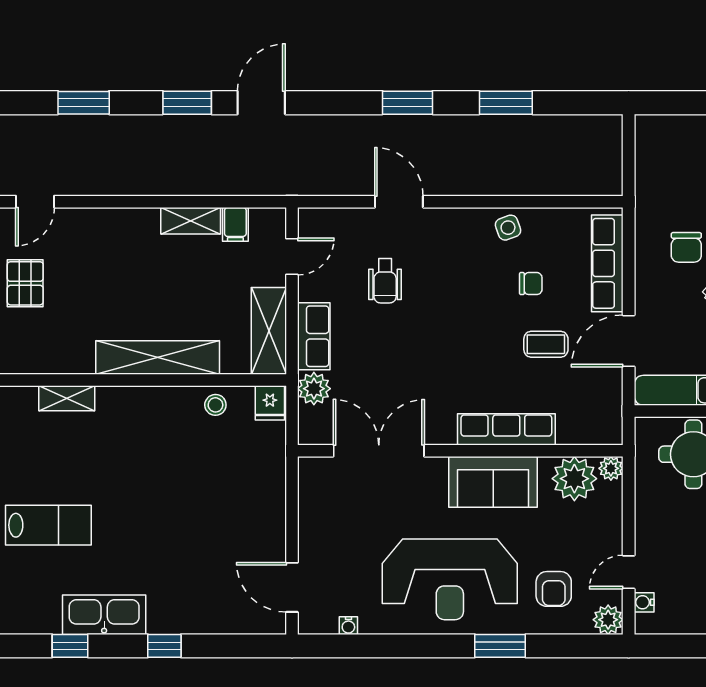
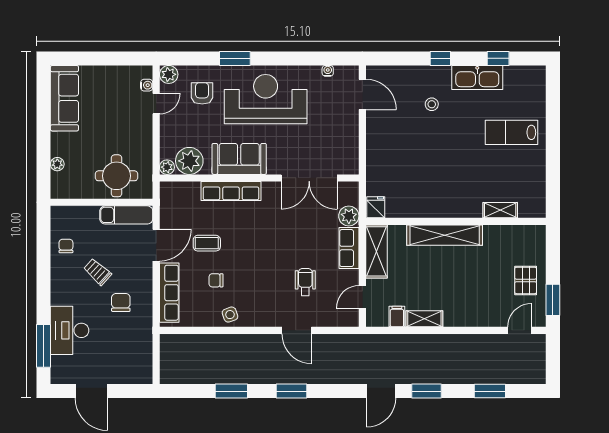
stool: (215, 405) -> (432, 104), moved

